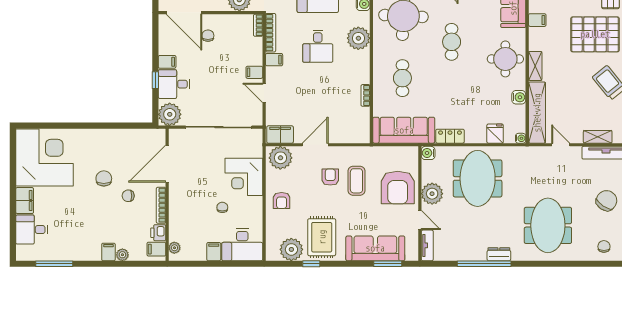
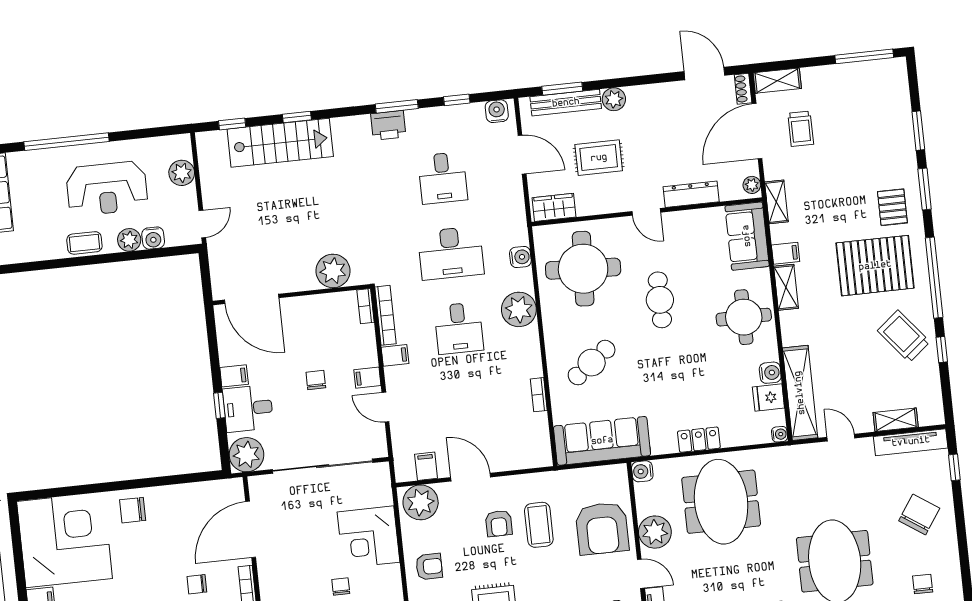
chair: (208, 36) -> (316, 380), moved
shelving: (535, 66) -> (786, 287), moved
cafe table: (402, 78) -> (592, 363), turned 53
filing cabinet: (280, 134) -> (426, 466), width x0.50
fridge: (495, 134) -> (768, 398), moved, turned -90
locker: (450, 136) -> (699, 440), moved
door: (315, 145) -> (471, 477), hinge flipped
armchair: (330, 177) -> (499, 523), turned 180
chair: (104, 178) -> (133, 510), moved, turned -90
armchair: (282, 200) -> (429, 567), turned -90

